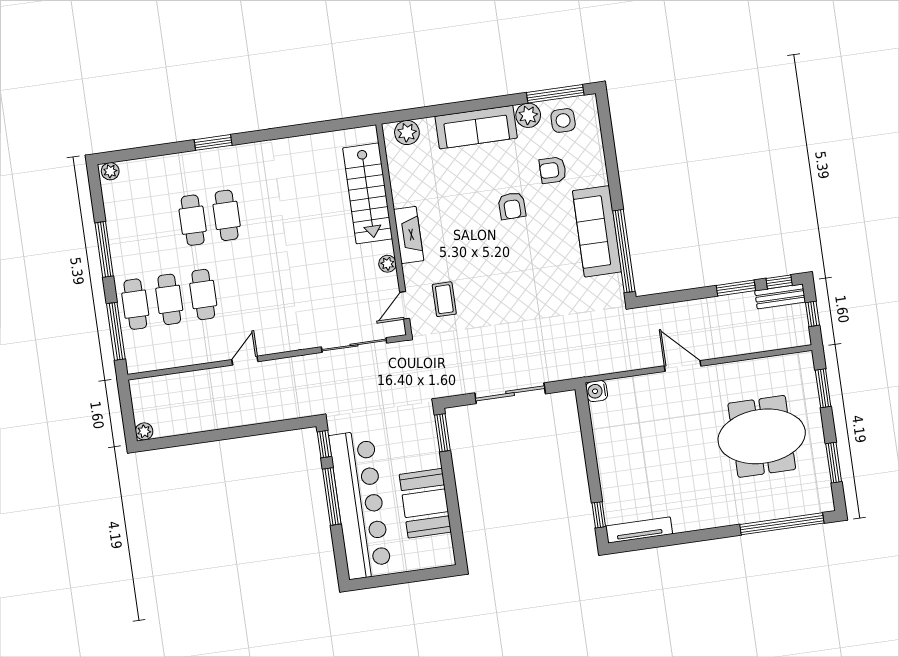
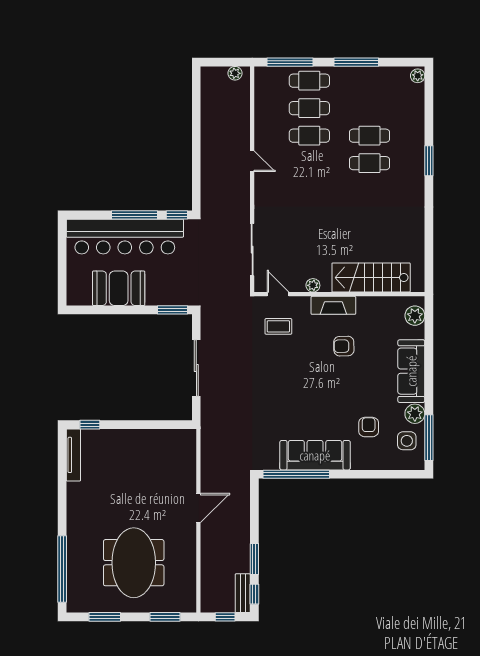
armchair: (512, 206) -> (344, 346), moved
water cooler: (597, 391) -> (188, 437), removed
plant: (144, 431) -> (235, 73), moved

